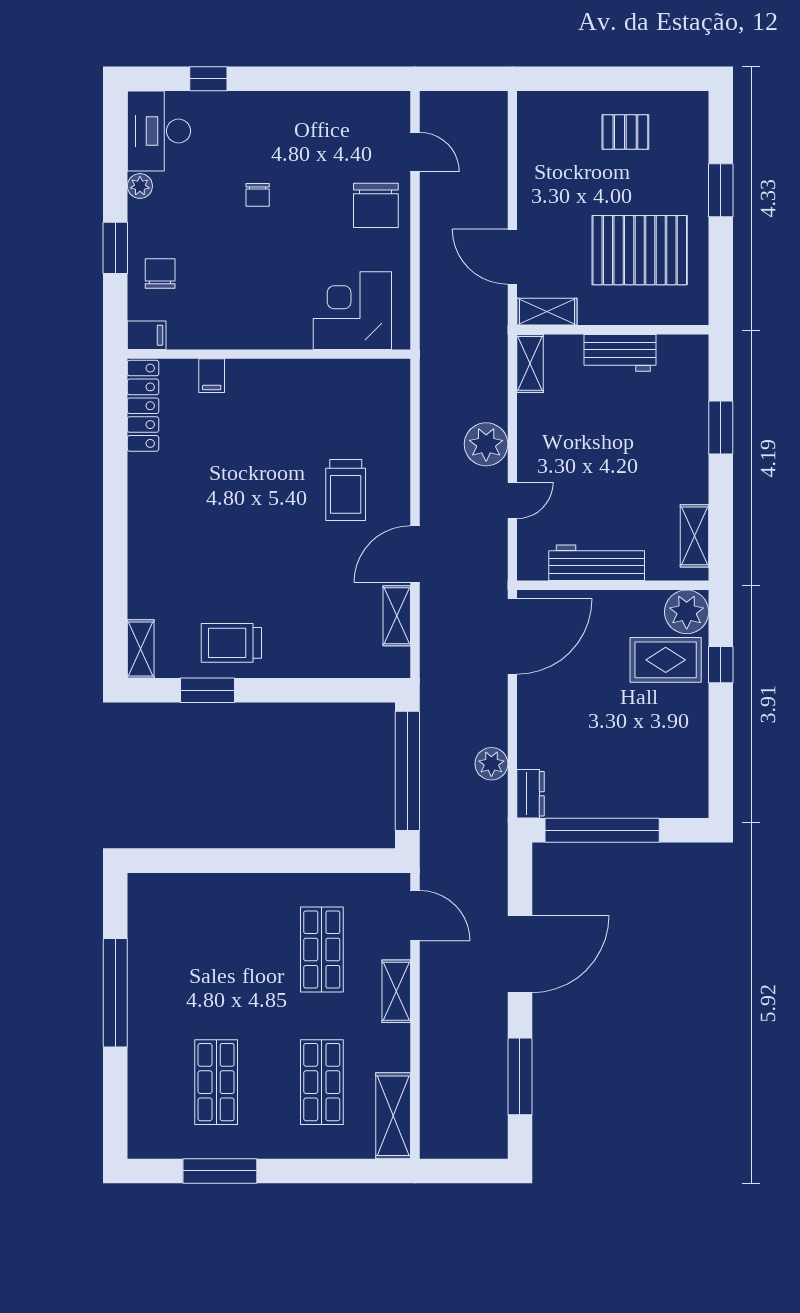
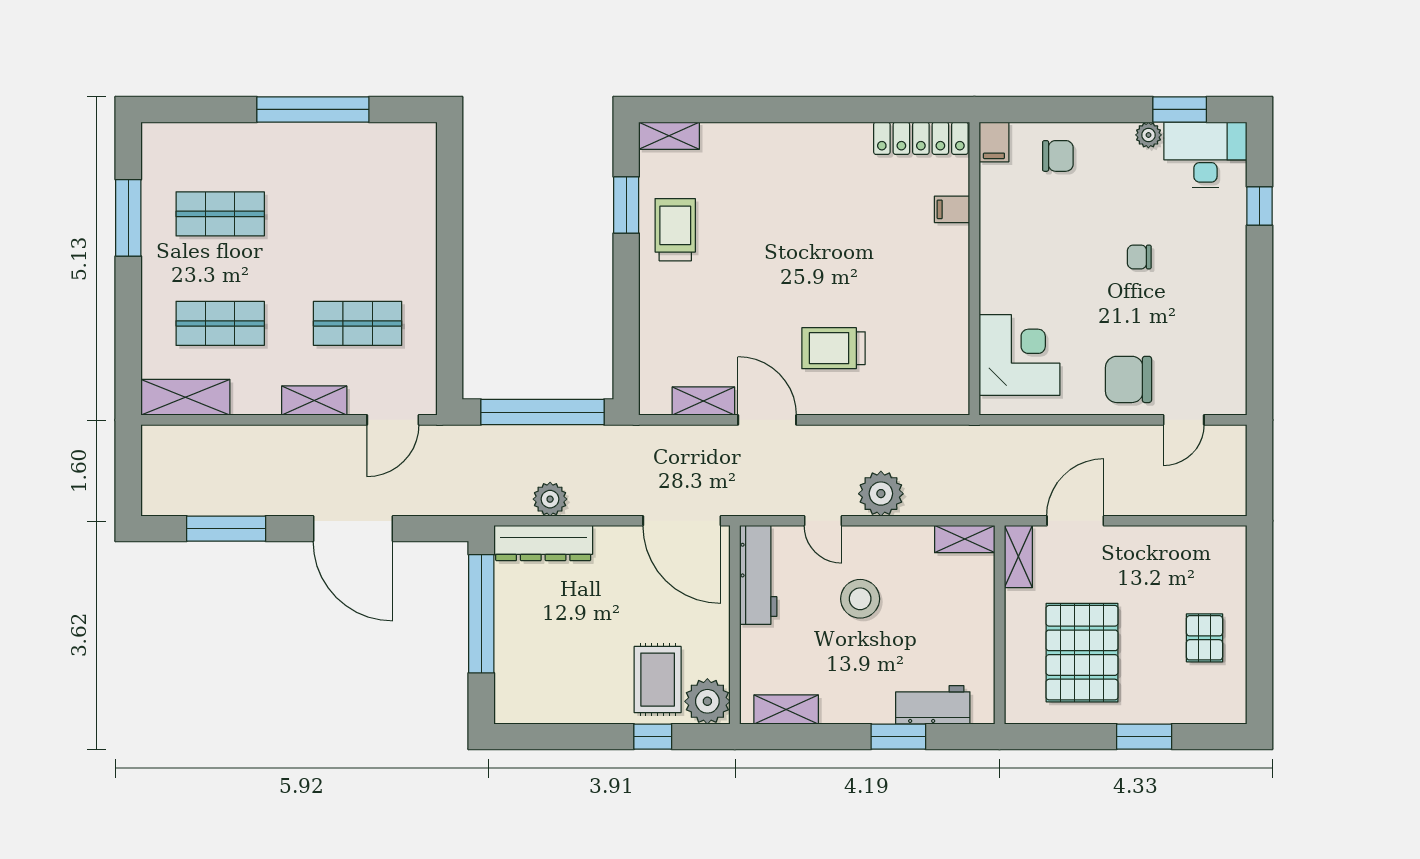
window: (115, 248) -> (1180, 109), moved
workbench: (620, 353) -> (933, 705), moved, turned 90
stool: (588, 464) -> (860, 599), added
workbench: (597, 563) -> (758, 575), moved
dresser: (531, 794) -> (543, 543), width x1.96, depth x1.24

